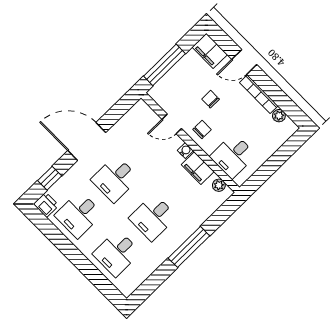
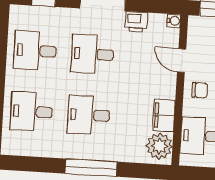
water cooler: (185, 151) -> (174, 21), moved
plant: (219, 185) -> (159, 146), width x1.88, depth x1.88
printer: (46, 205) -> (136, 22), moved, turned 90

